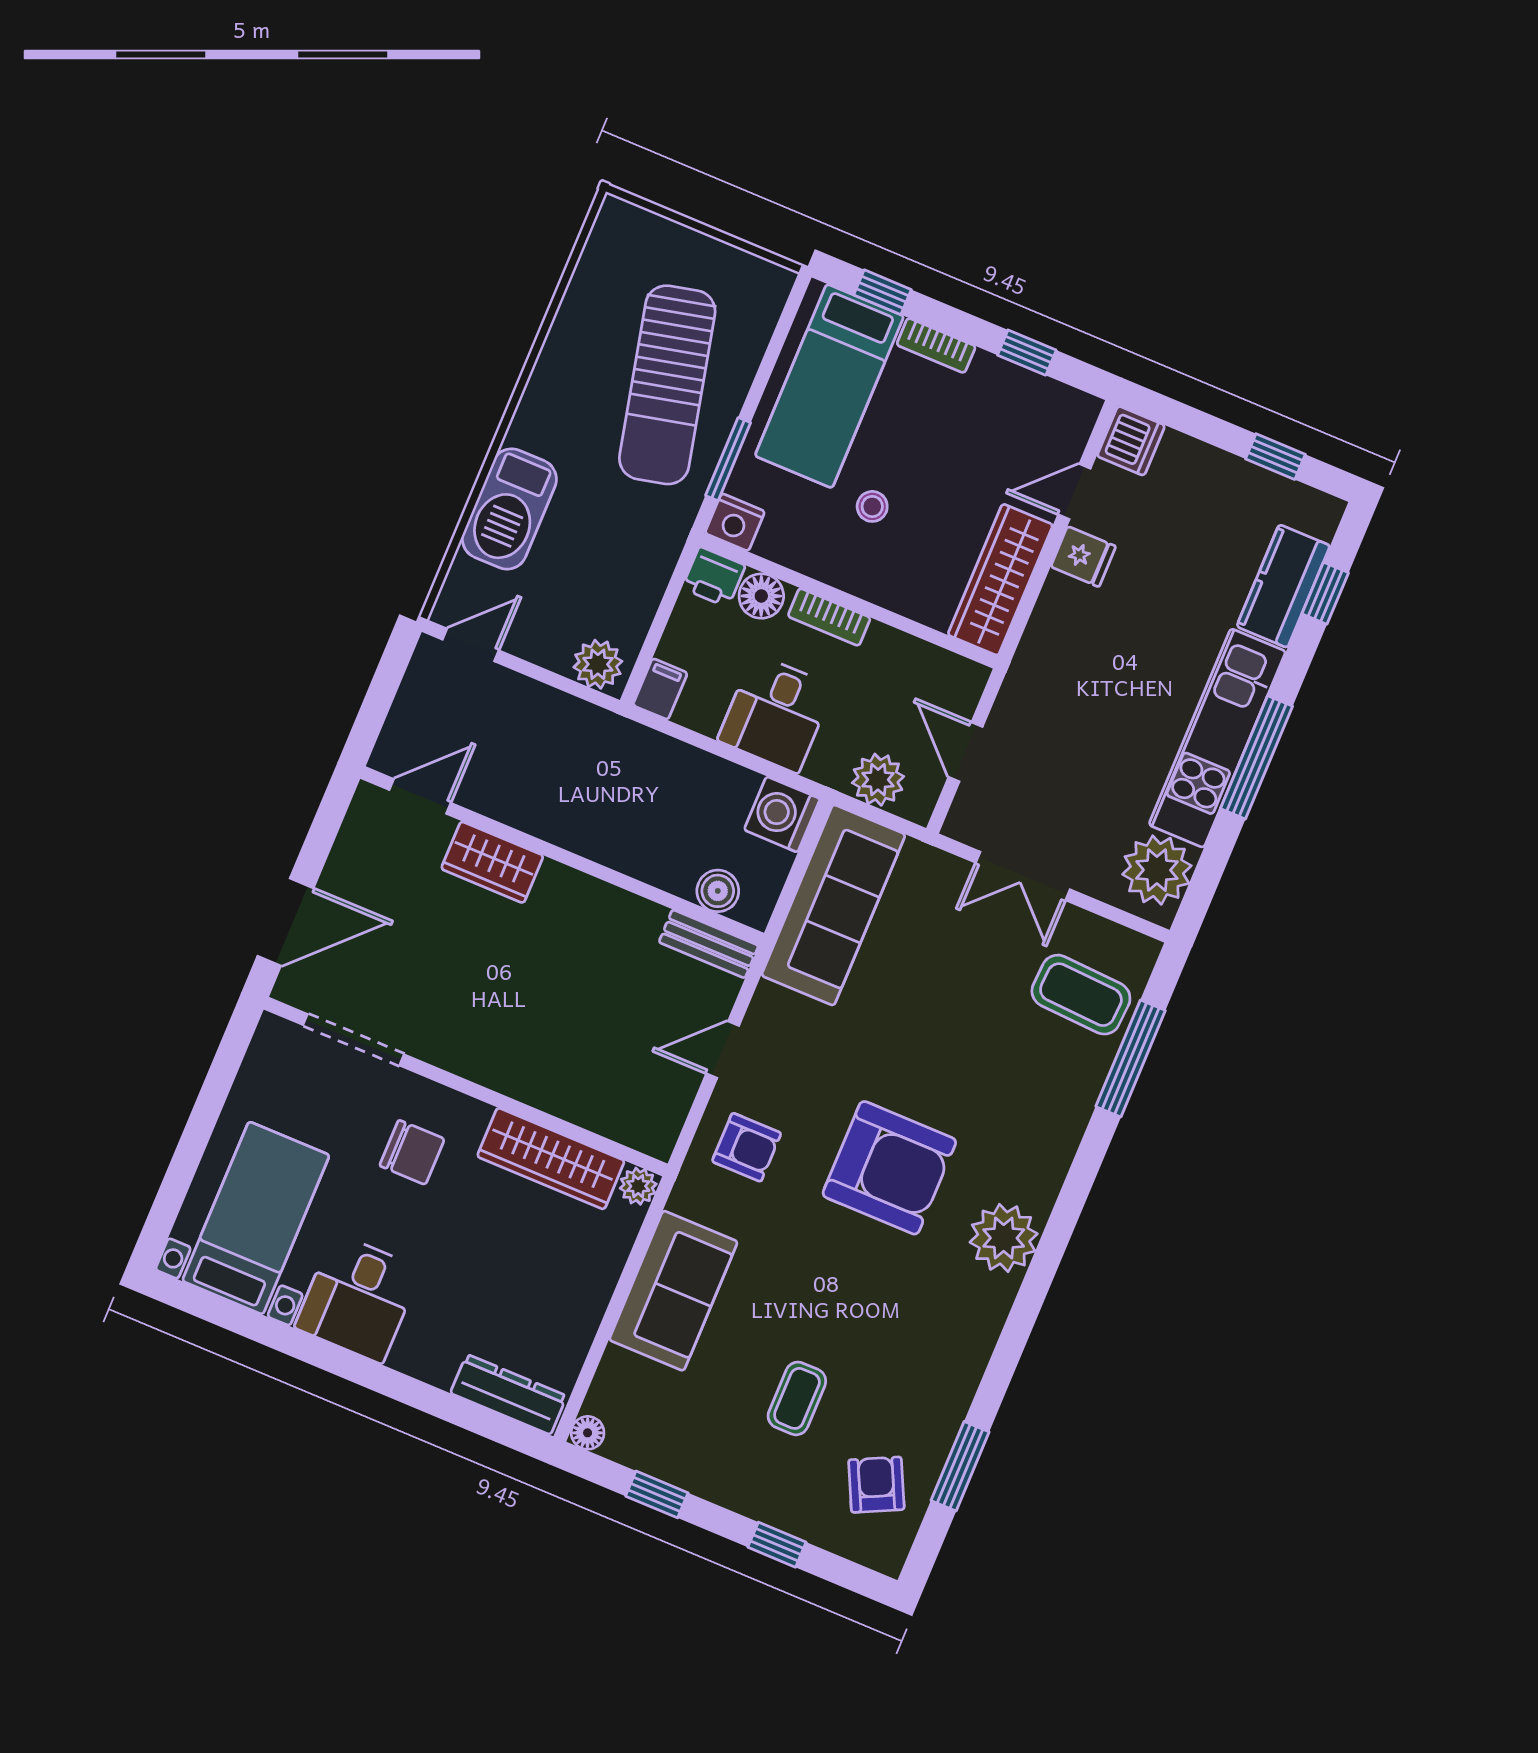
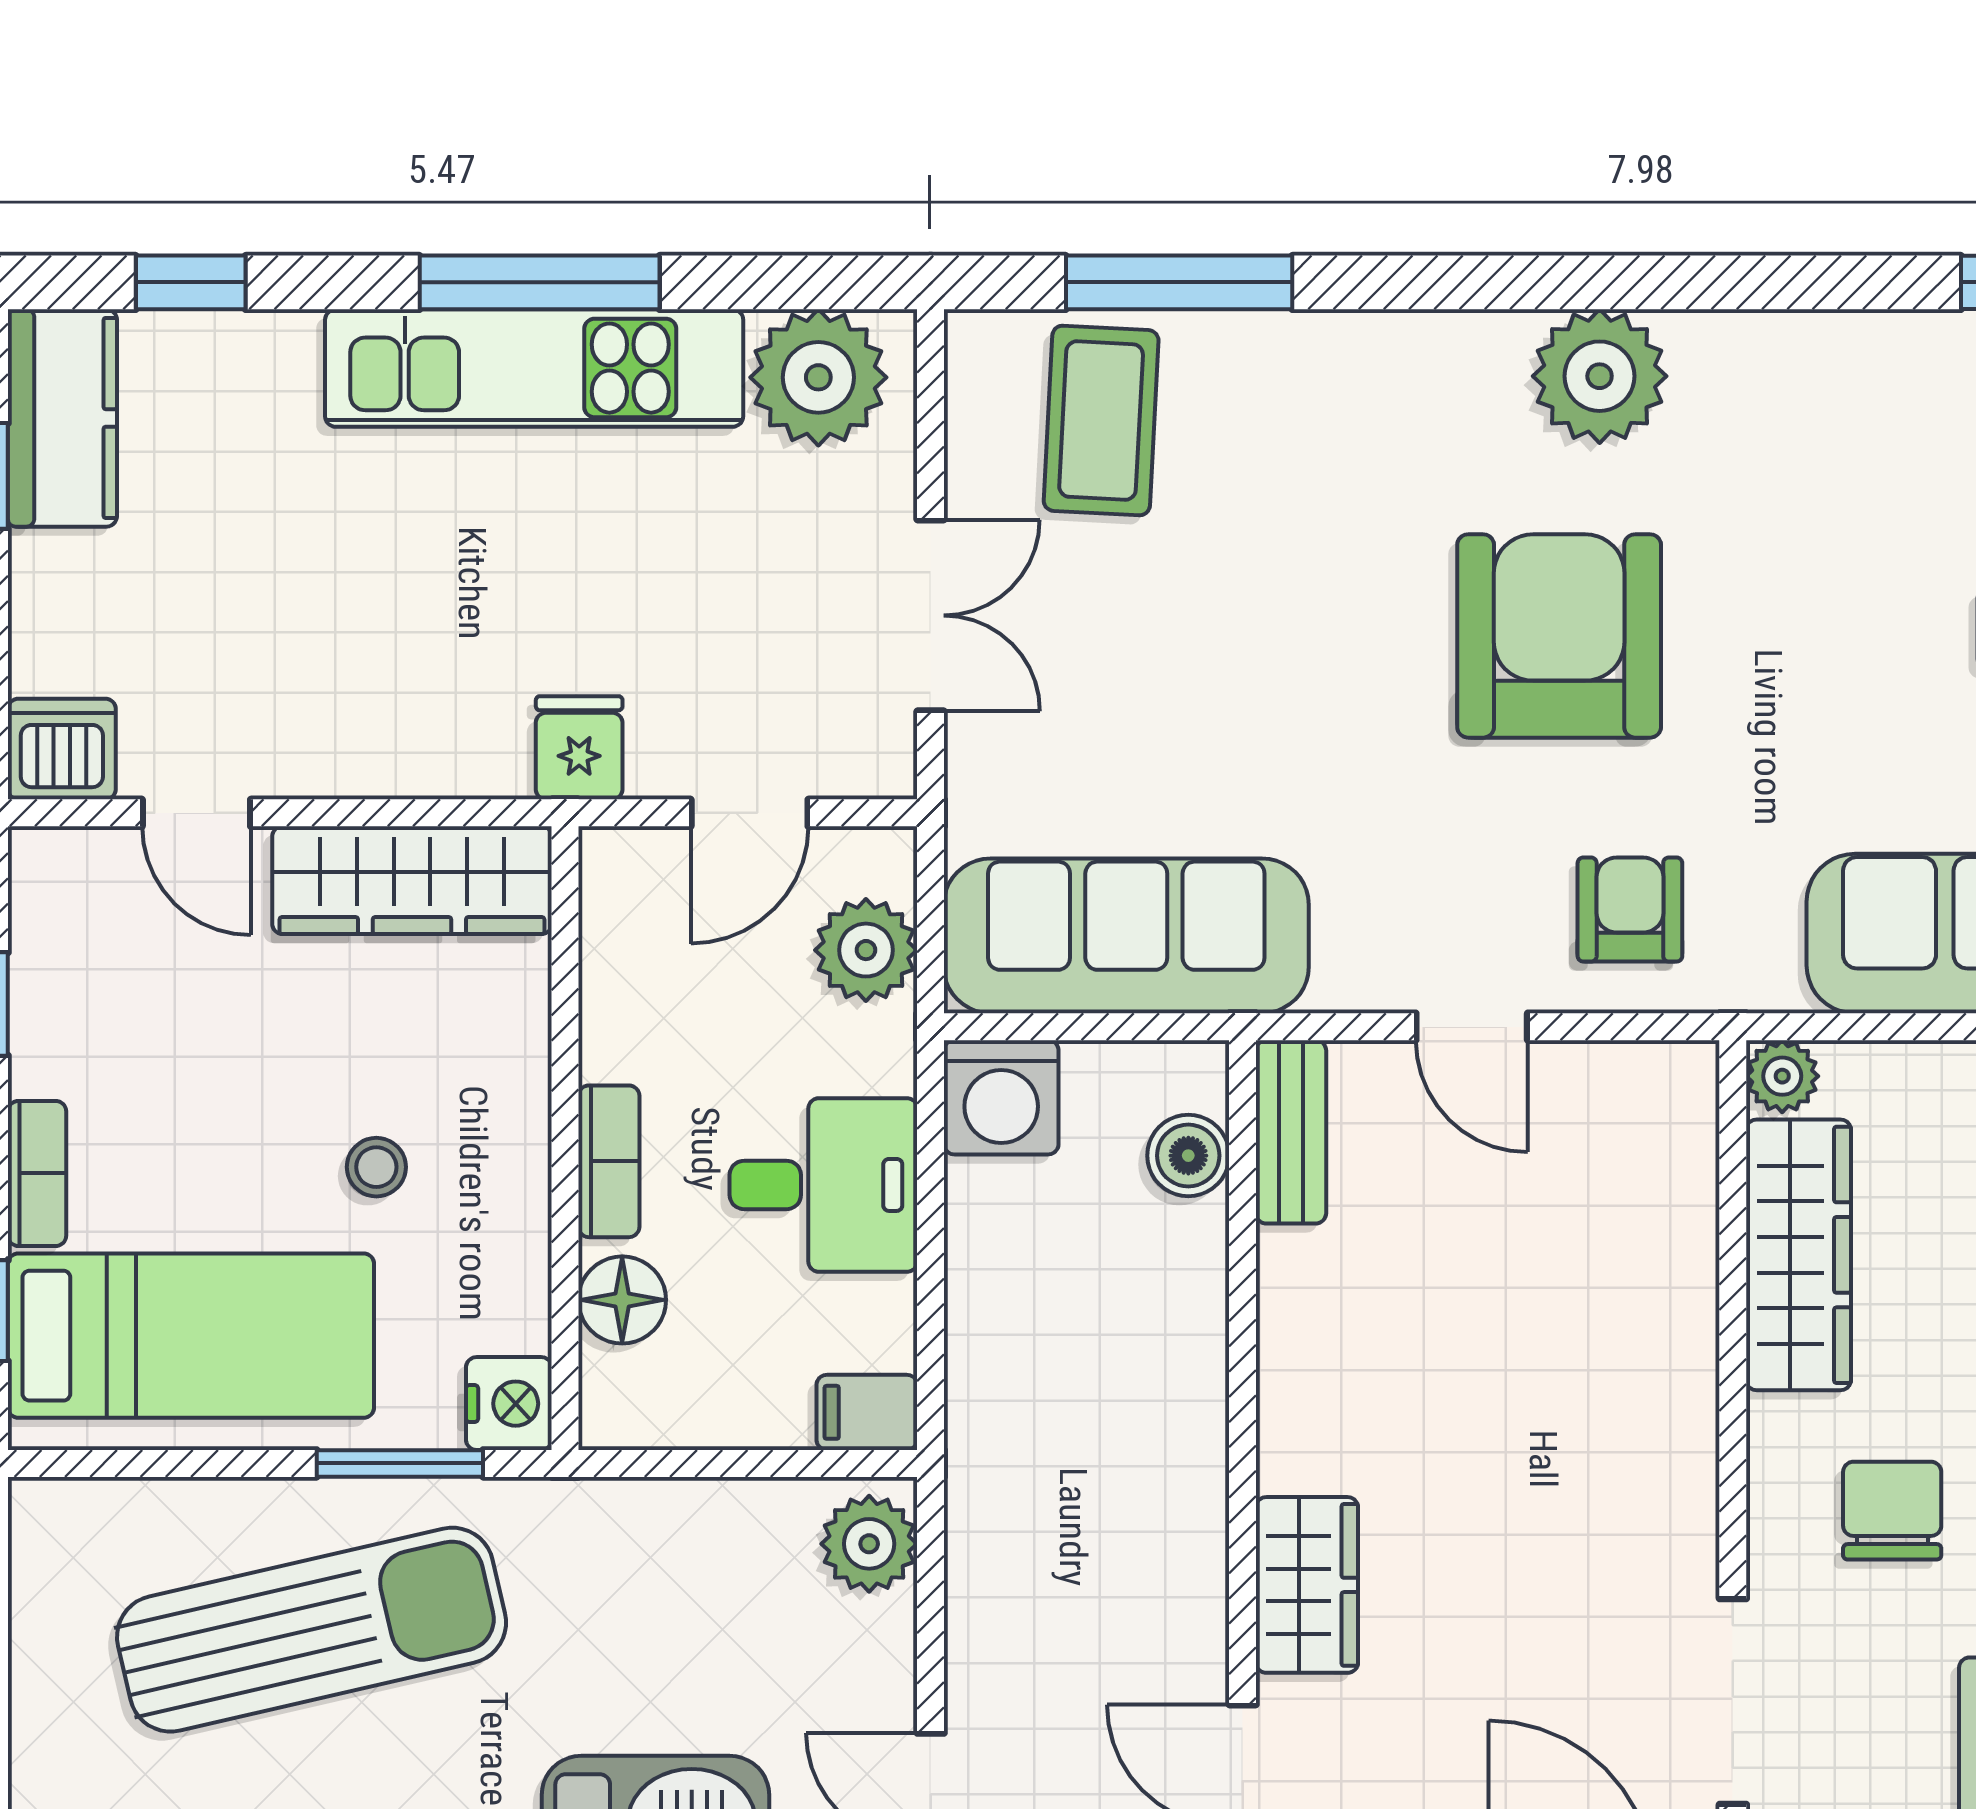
fridge: (1083, 557) -> (579, 748), moved
printer: (714, 577) -> (624, 1400), removed
kitchen counter: (1283, 586) -> (62, 418), moved, turned -90

